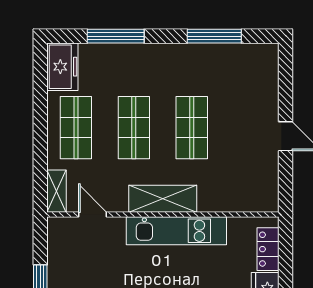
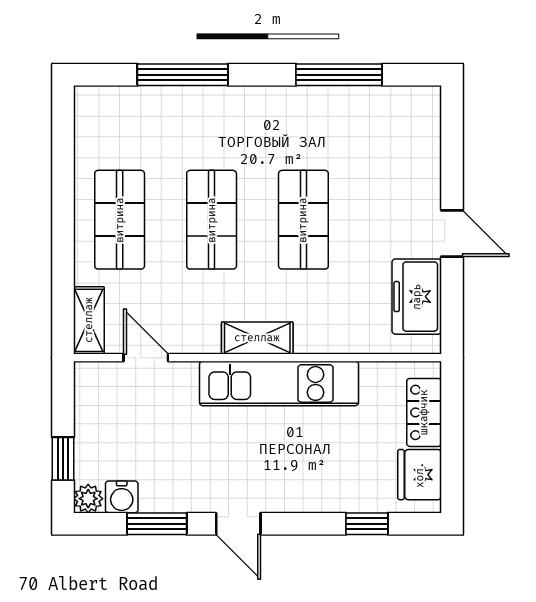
freezer: (62, 67) -> (417, 297), moved, turned 180
shelving: (163, 199) -> (257, 338), width x0.67, depth x0.75

